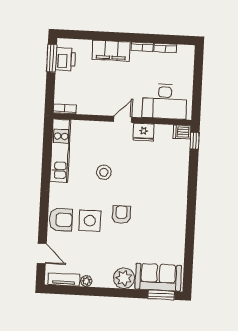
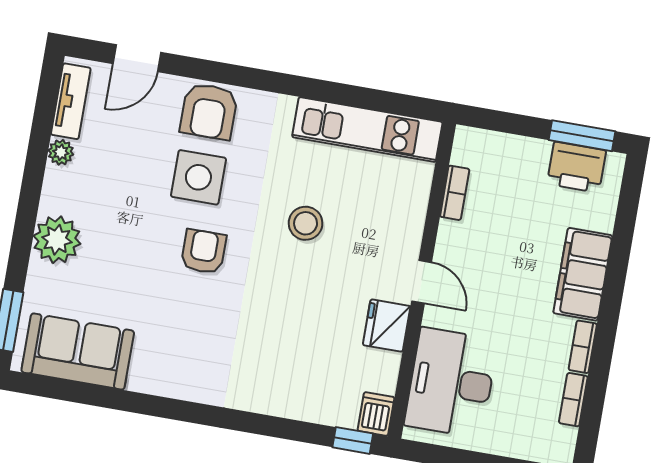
bookcase: (65, 109) -> (455, 193), moved
armchair: (121, 215) -> (204, 252), turned -90
sofa: (158, 277) -> (78, 351), moved, turned -90

